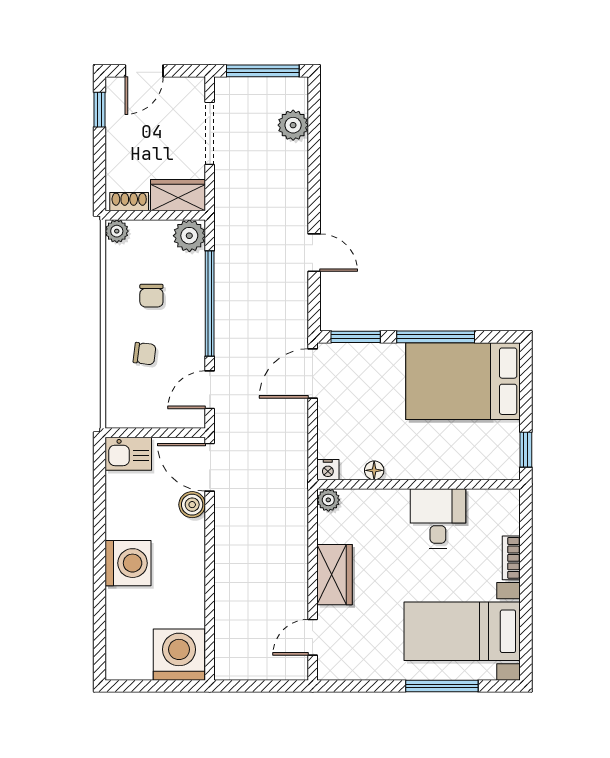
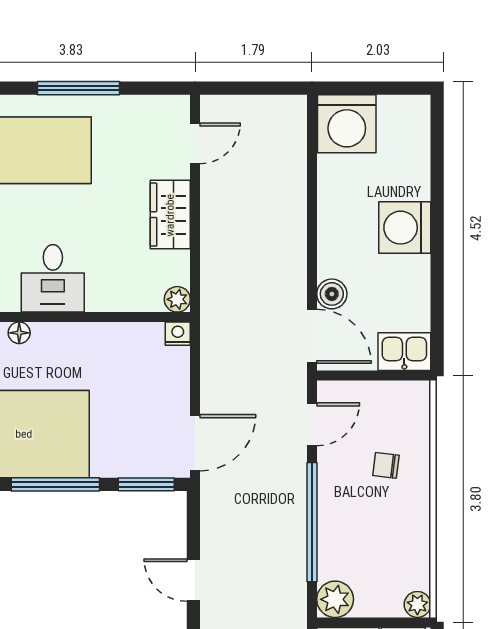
chair: (151, 296) -> (378, 531), removed
floor lamp: (374, 470) -> (19, 333), moved
window: (442, 686) -> (78, 88), moved

